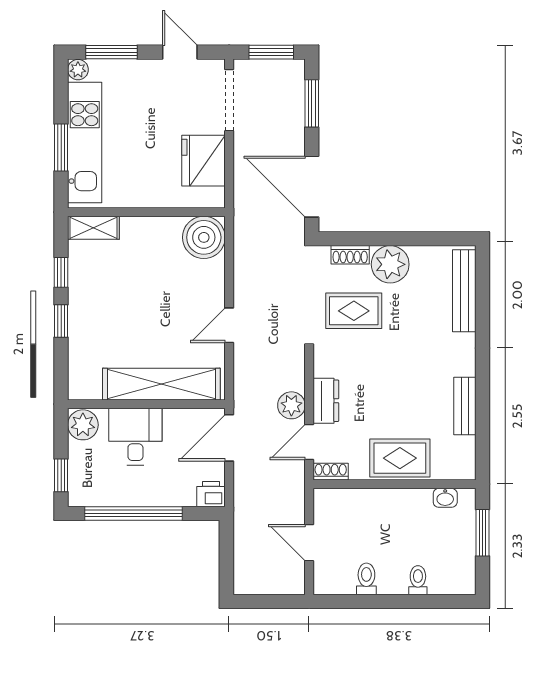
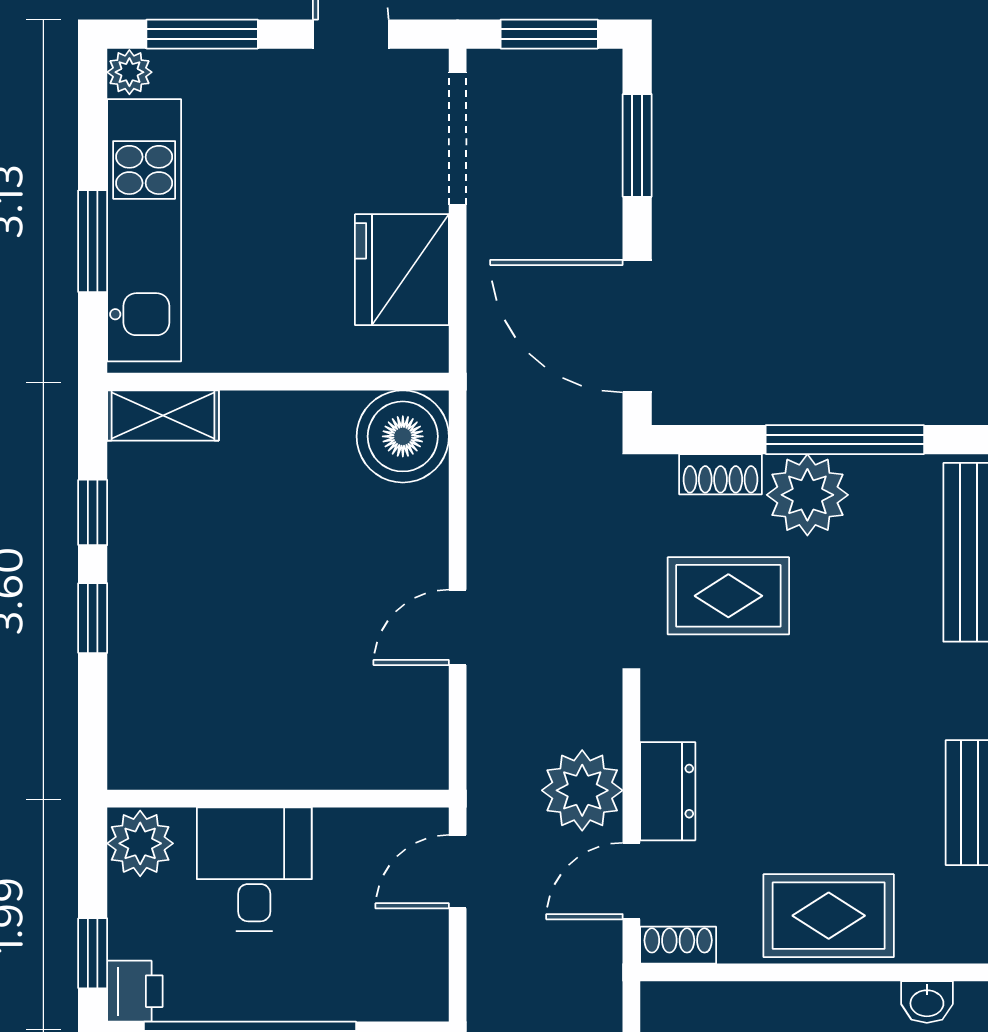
window: (407, 239) -> (845, 440), added
shelving: (161, 384) -> (311, 755), removed
plant: (291, 405) -> (582, 790), width x1.36, depth x1.36
door: (229, 438) -> (458, 872), width x0.73
printer: (211, 494) -> (135, 991), moved, turned 90

